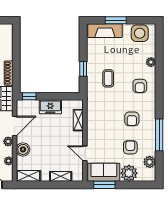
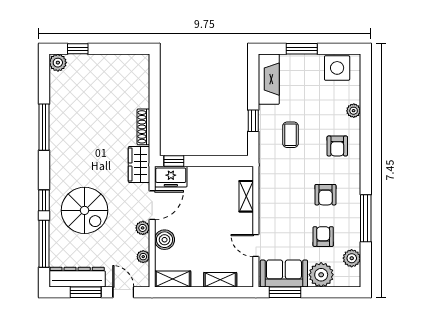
fireplace: (105, 31) -> (269, 79), moved, turned -90
freezer: (50, 107) -> (171, 177), moved

